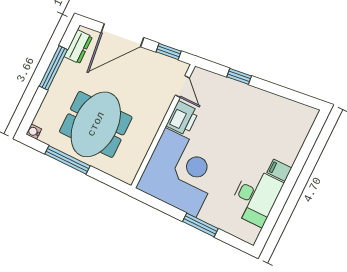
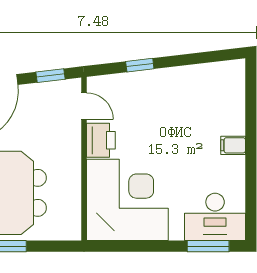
desk: (256, 197) -> (215, 217), moved, turned 90
window: (200, 225) -> (208, 246), moved

